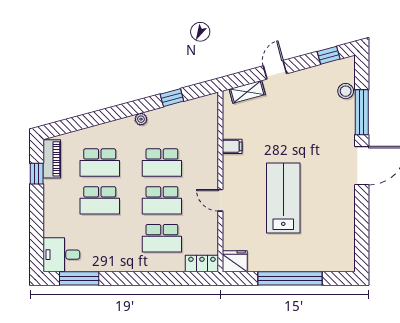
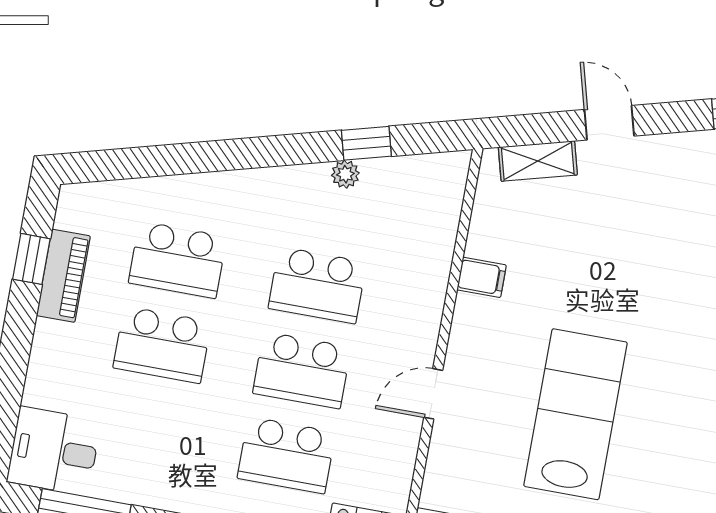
door: (275, 70) -> (609, 123), hinge flipped
plant: (141, 119) -> (345, 174), moved
piano: (52, 159) -> (63, 276), moved
door: (220, 200) -> (433, 394), hinge flipped

